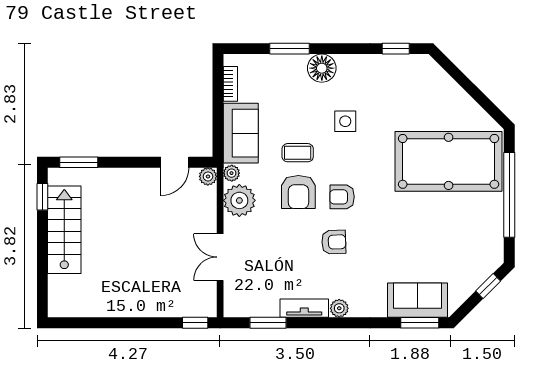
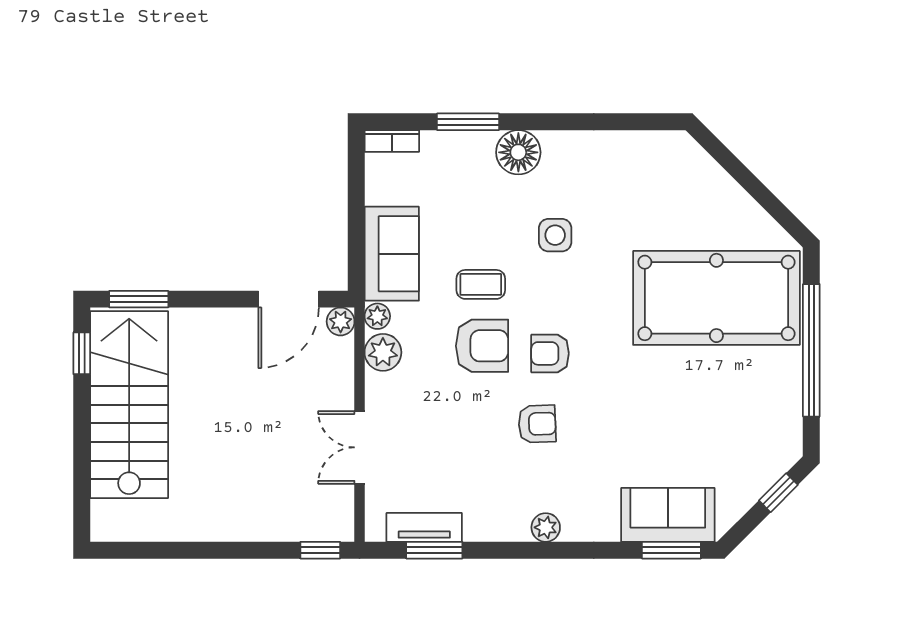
window: (396, 49) -> (634, 122), removed
bookcase: (230, 84) -> (392, 141), moved, turned 90
door: (175, 162) -> (289, 299), width x1.38
armchair: (298, 192) -> (482, 346), turned -90
plant: (239, 200) -> (383, 352), width x0.73, depth x0.73
stairs: (64, 230) -> (129, 405), width x1.36, depth x1.51
tv unit: (304, 308) -> (424, 527), moved

